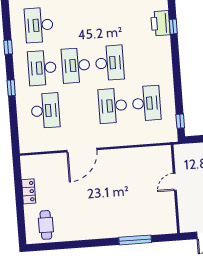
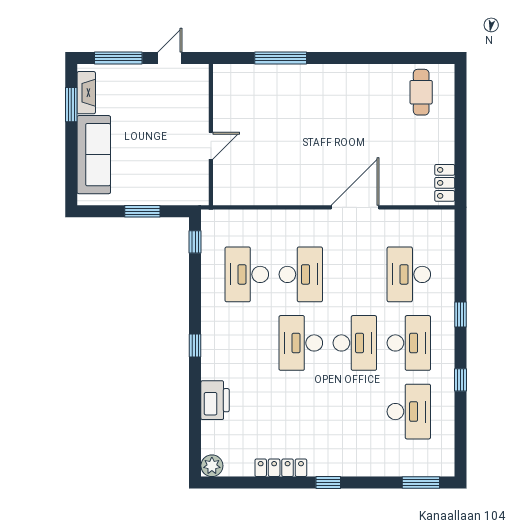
window: (173, 27) -> (195, 346), moved
locker: (29, 191) -> (445, 183), moved

